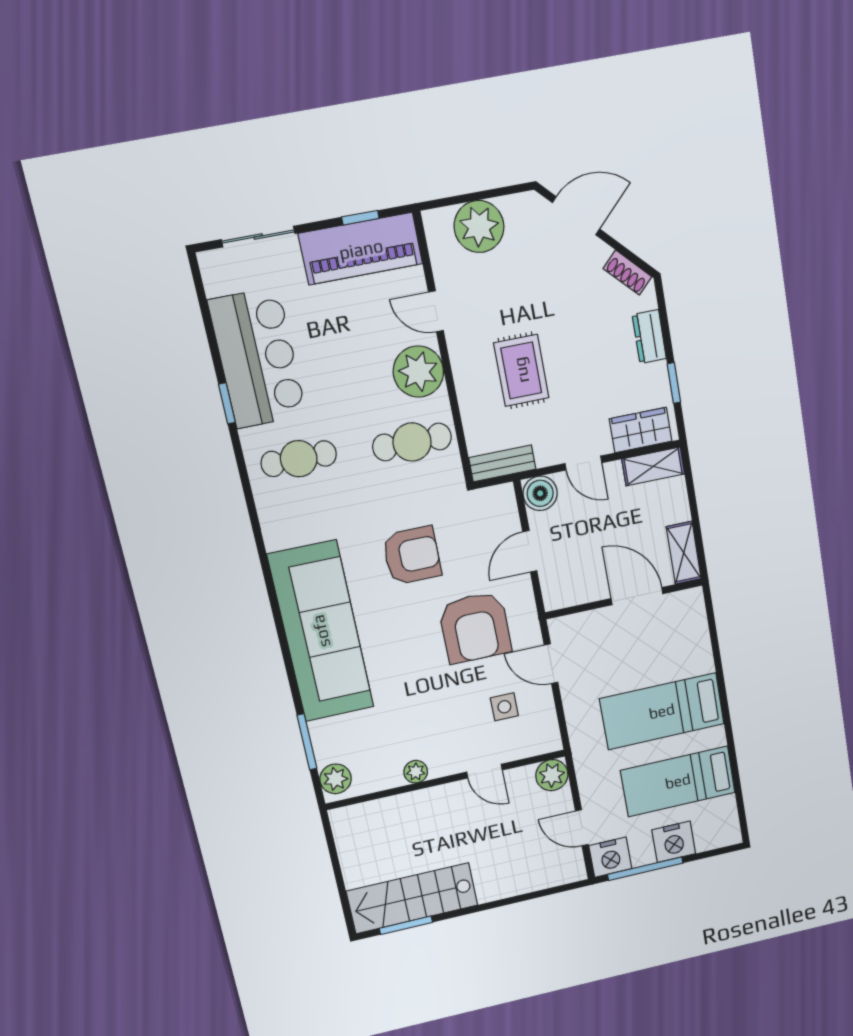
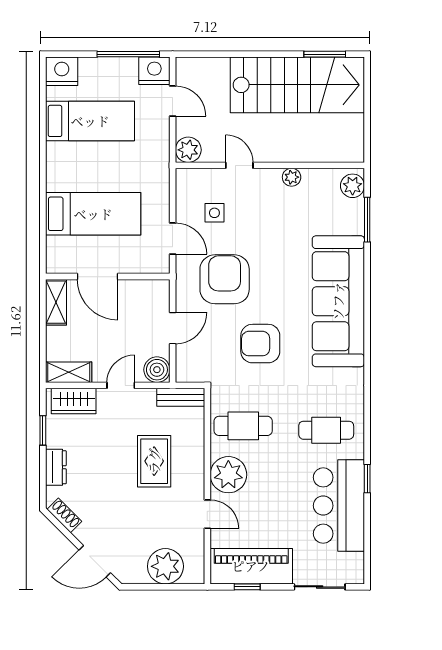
door: (583, 463) -> (121, 385), hinge flipped
bed: (662, 711) -> (93, 214), moved
nightstand: (674, 842) -> (62, 71), moved
stairs: (412, 898) -> (297, 85), width x1.36, depth x1.51

